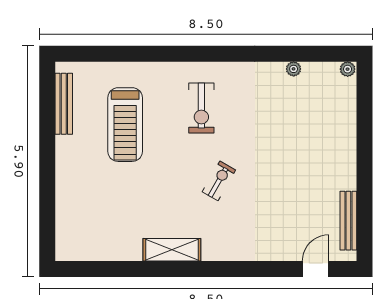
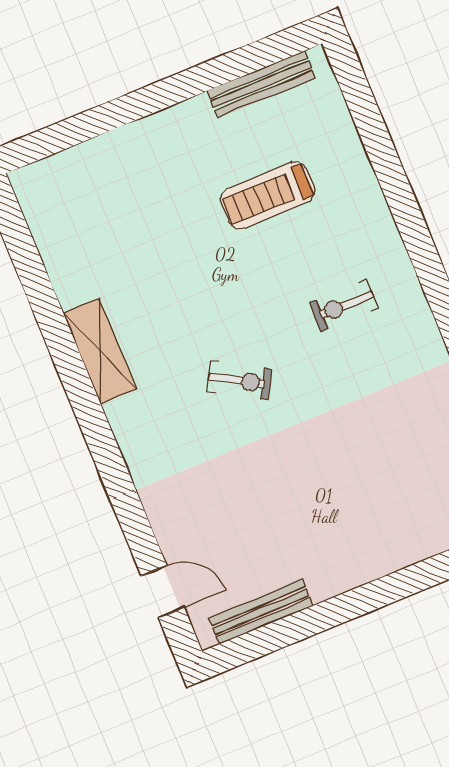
exercise bike: (201, 108) -> (344, 305), width x0.73, depth x0.72
treadmill: (125, 125) -> (268, 195), width x0.73, depth x0.73

